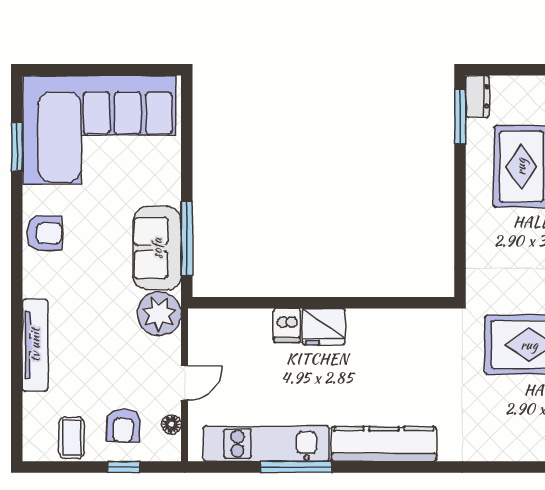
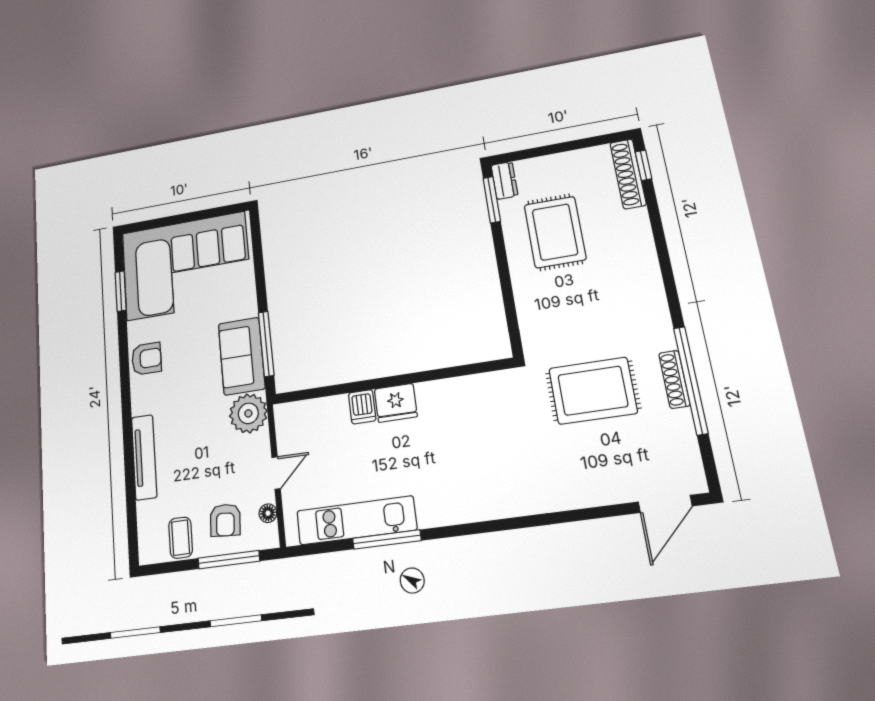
kitchen counter: (384, 444) -> (468, 506), removed
window: (124, 467) -> (229, 560), width x2.17

